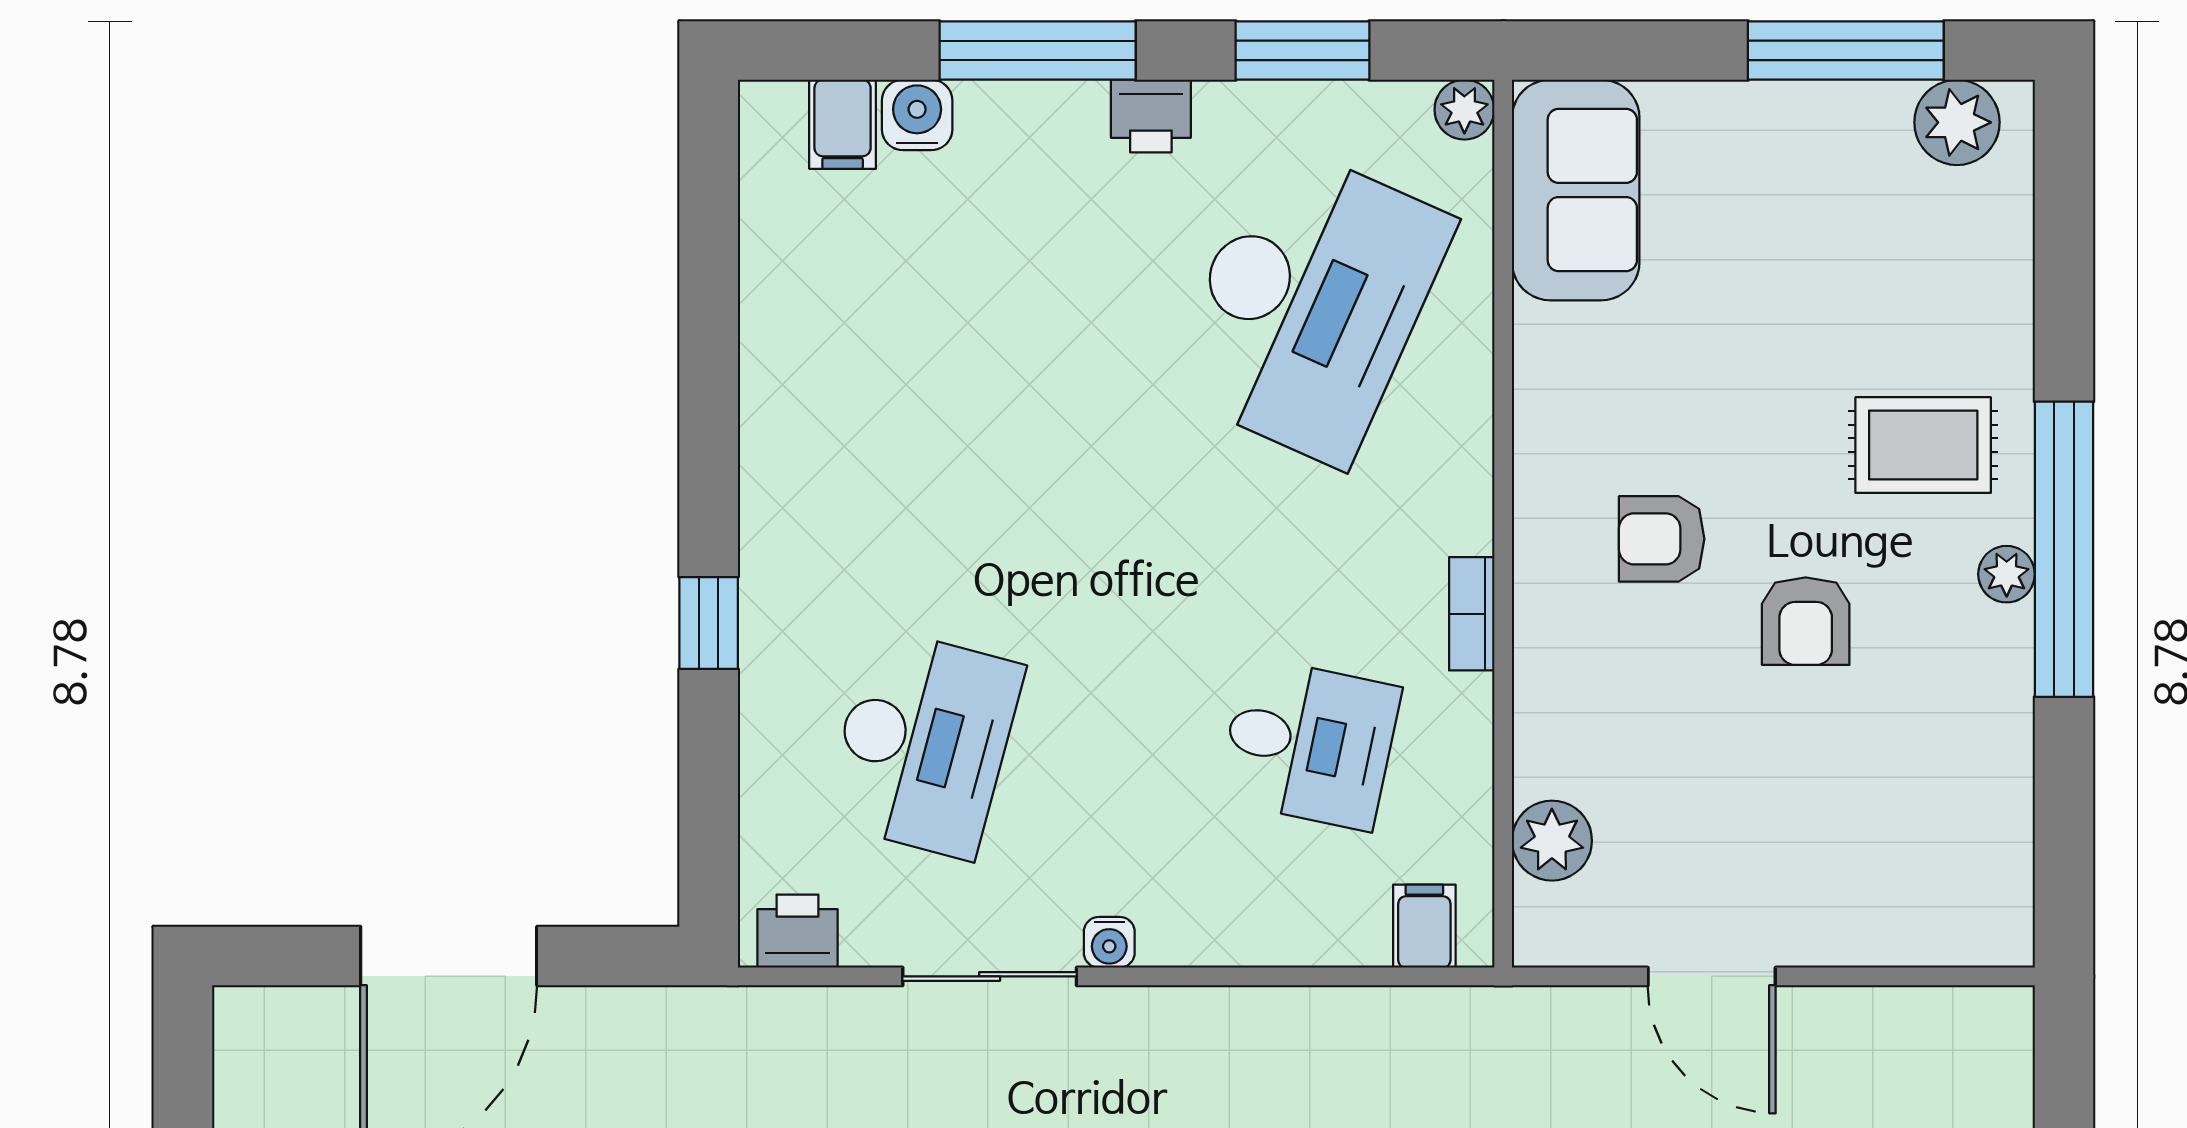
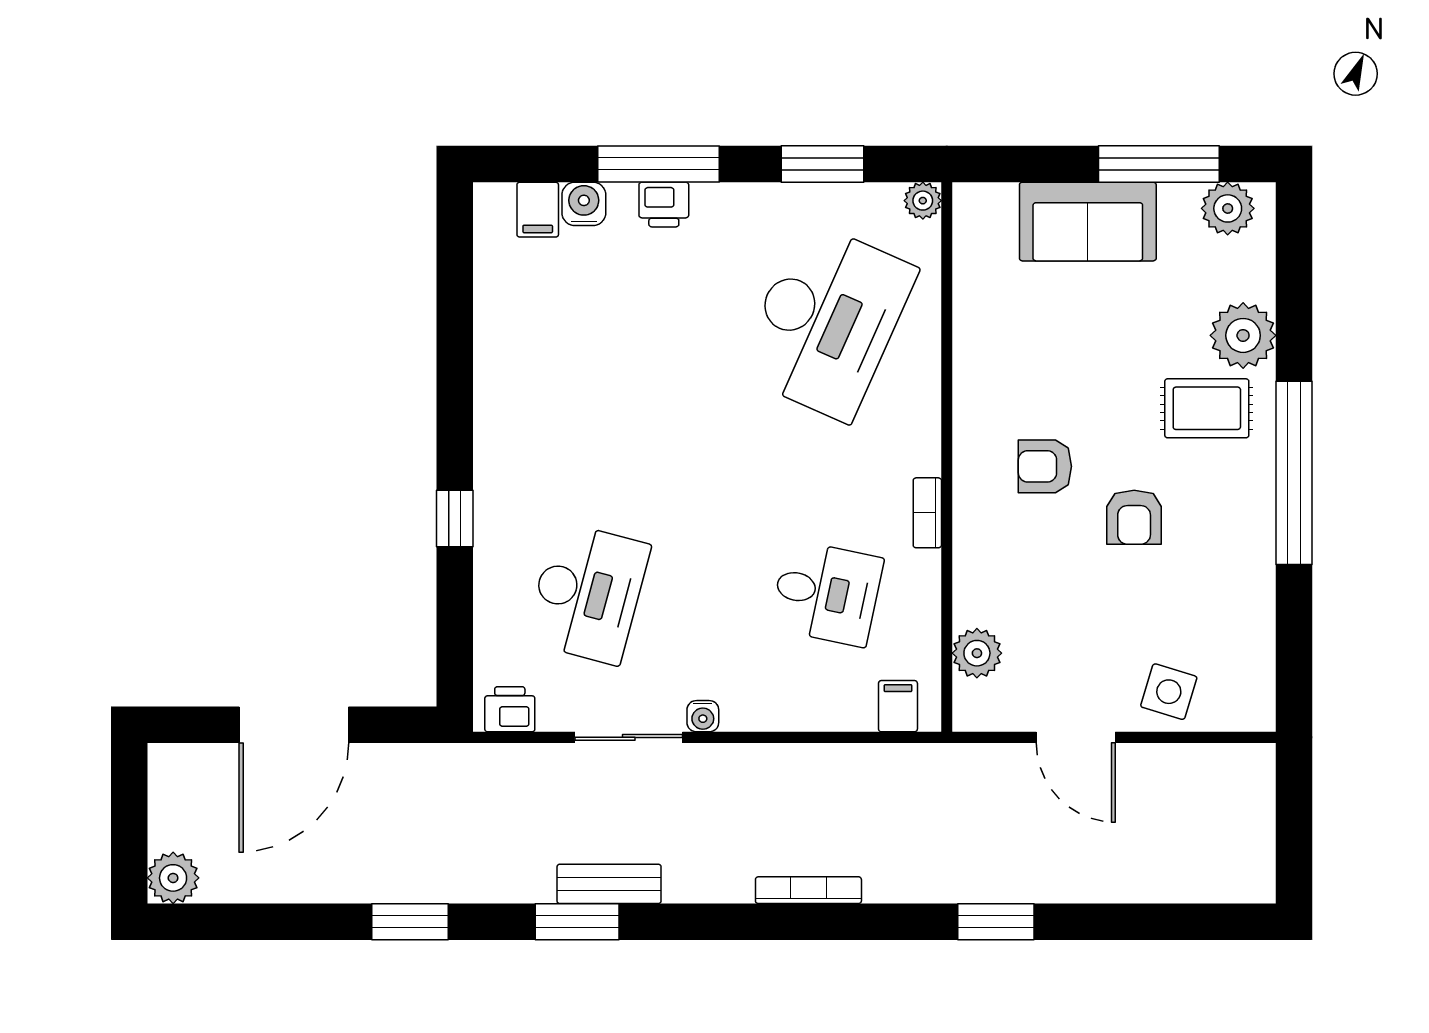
printer: (1151, 116) -> (664, 205), moved
sofa: (1576, 190) -> (1088, 222), moved, turned 90
plant: (2007, 574) -> (1243, 335), moved, width x1.87, depth x1.87
side table: (1862, 903) -> (1169, 692), added

